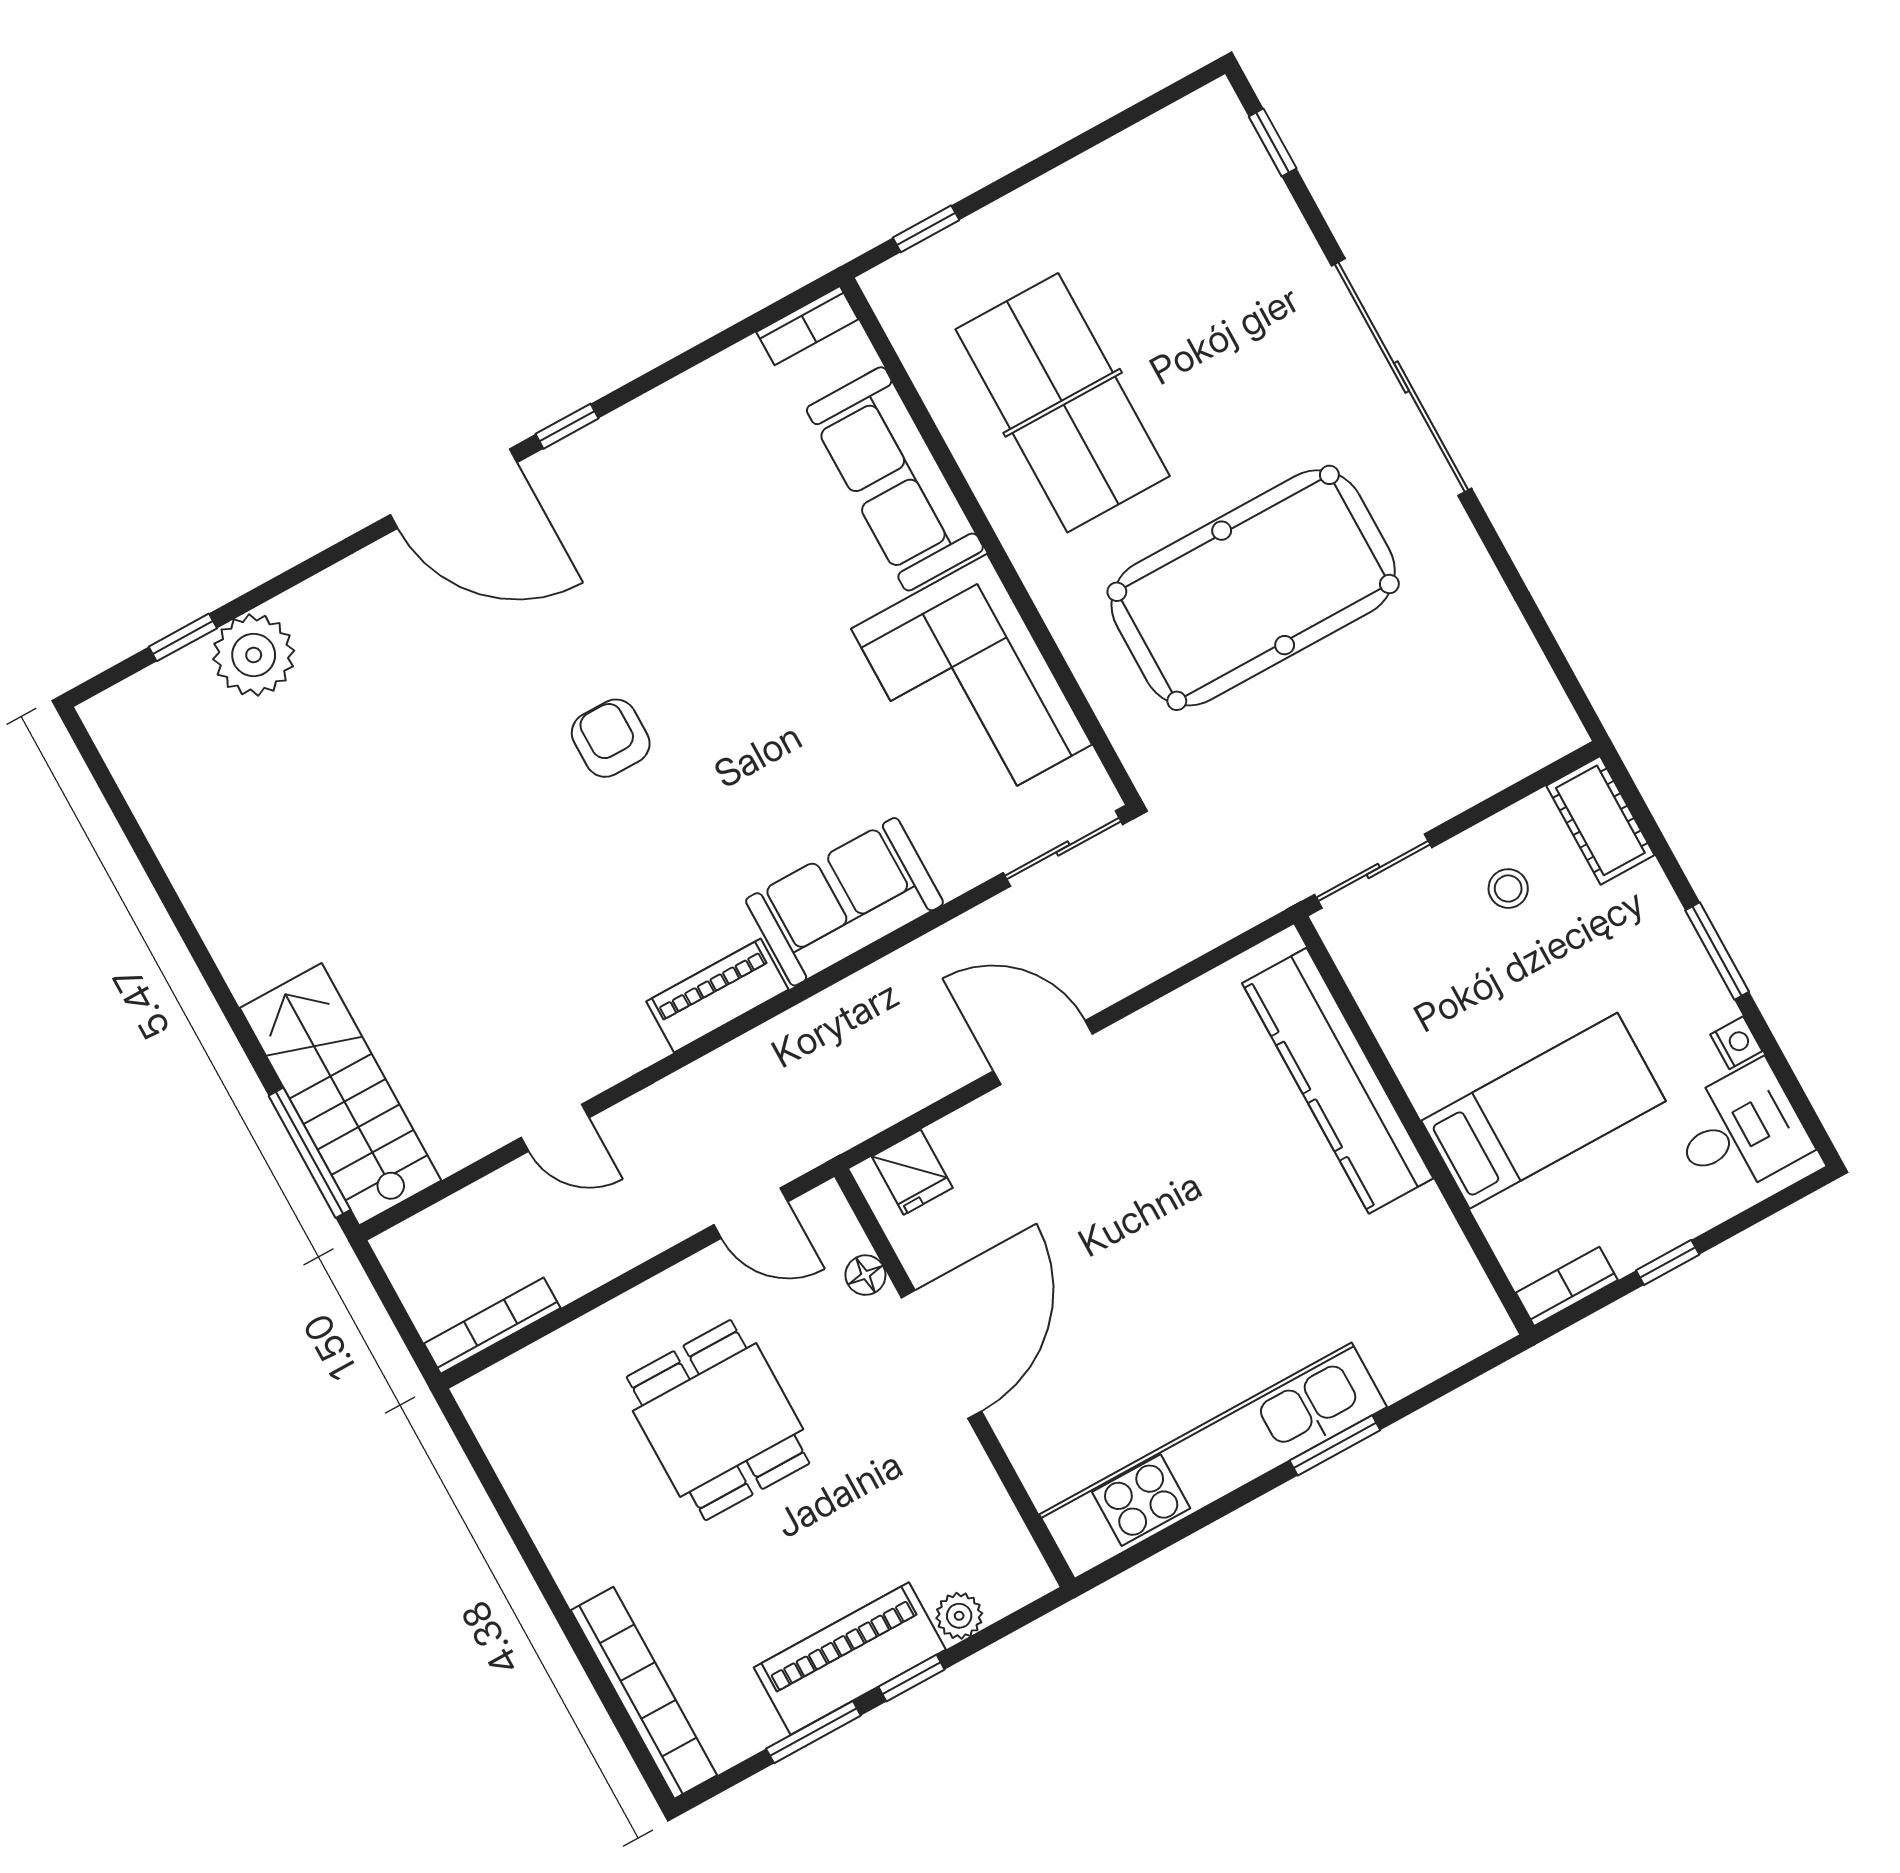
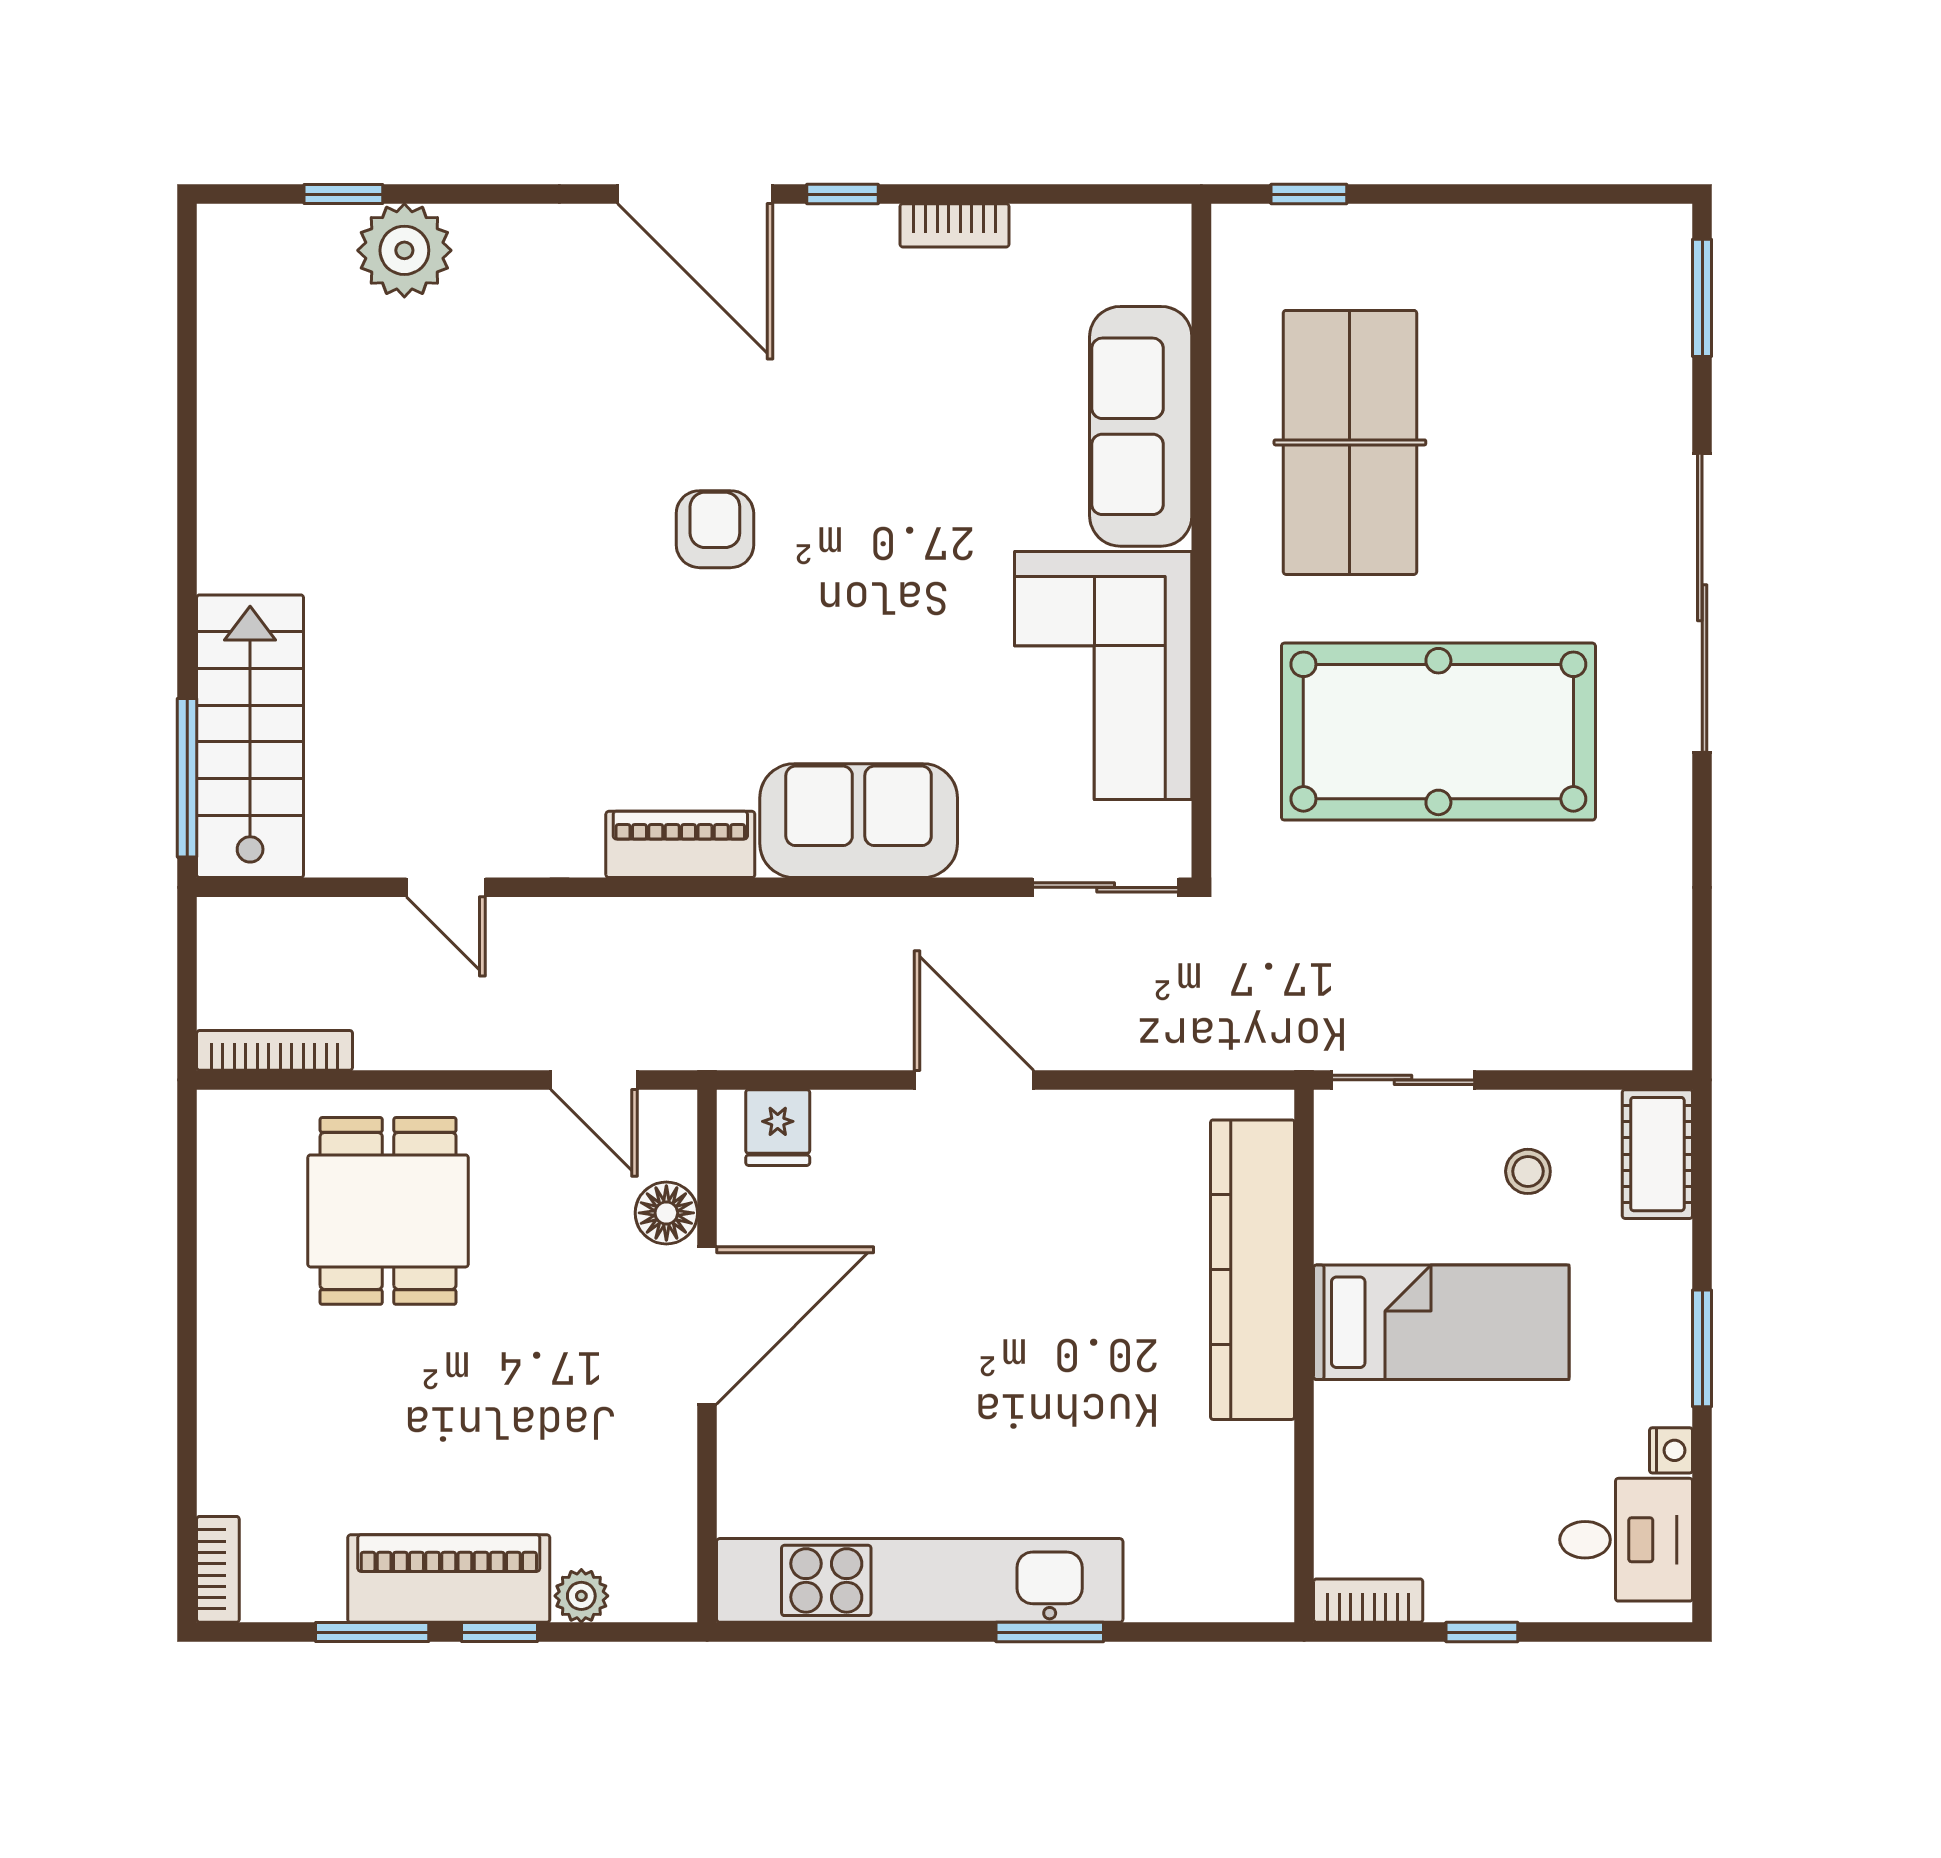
window: (1273, 143) -> (1702, 298), width x1.50
bookcase: (807, 326) -> (954, 225), moved
bed: (1544, 1111) -> (1441, 1322), moved
floor lamp: (865, 1275) -> (666, 1213), width x1.37, depth x1.37
dining table: (718, 1420) -> (388, 1211), moved
bookcase: (644, 1693) -> (218, 1569), width x0.43, depth x0.76

